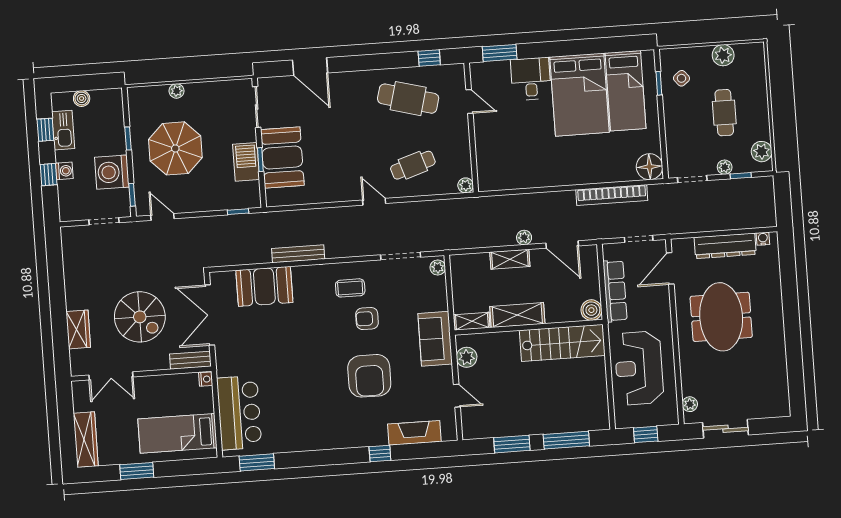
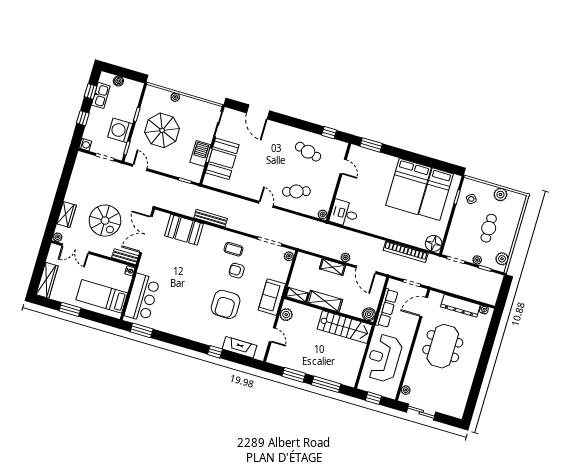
desk: (531, 79) -> (344, 213), moved, turned -90
cafe table: (408, 99) -> (308, 152), width x0.73, depth x0.74
washing machine: (64, 171) -> (85, 145), moved
plant: (77, 369) -> (58, 237), added

